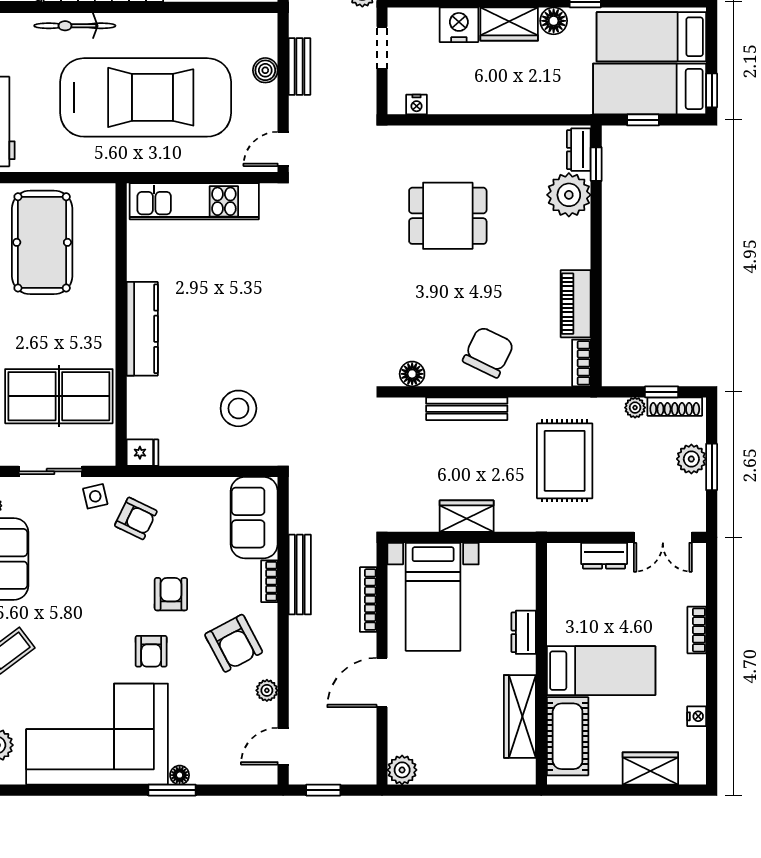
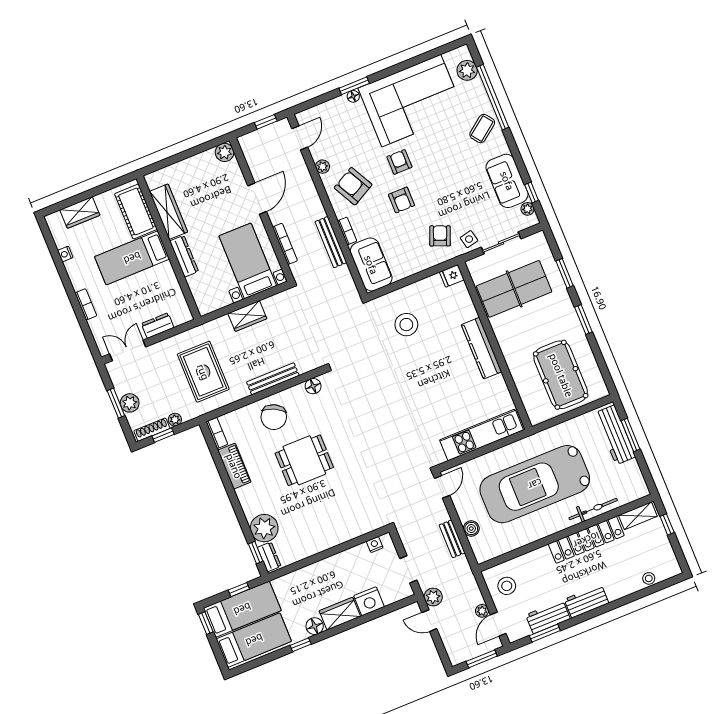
dining table: (448, 216) -> (304, 460), moved
armchair: (136, 518) -> (440, 236), turned 86
dresser: (524, 632) -> (184, 256), width x1.44

